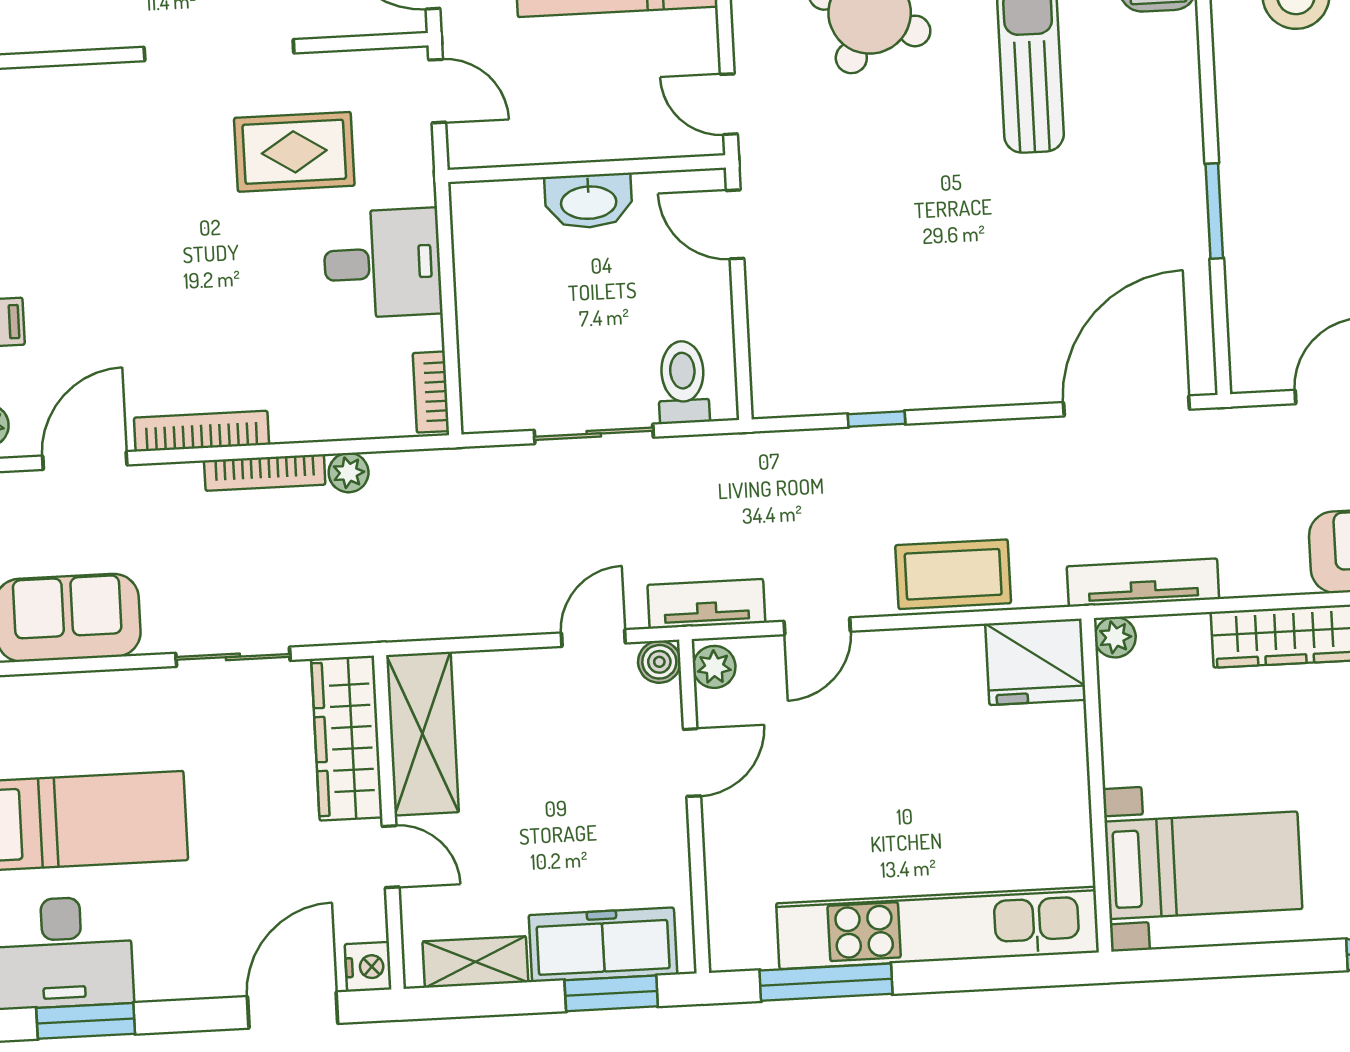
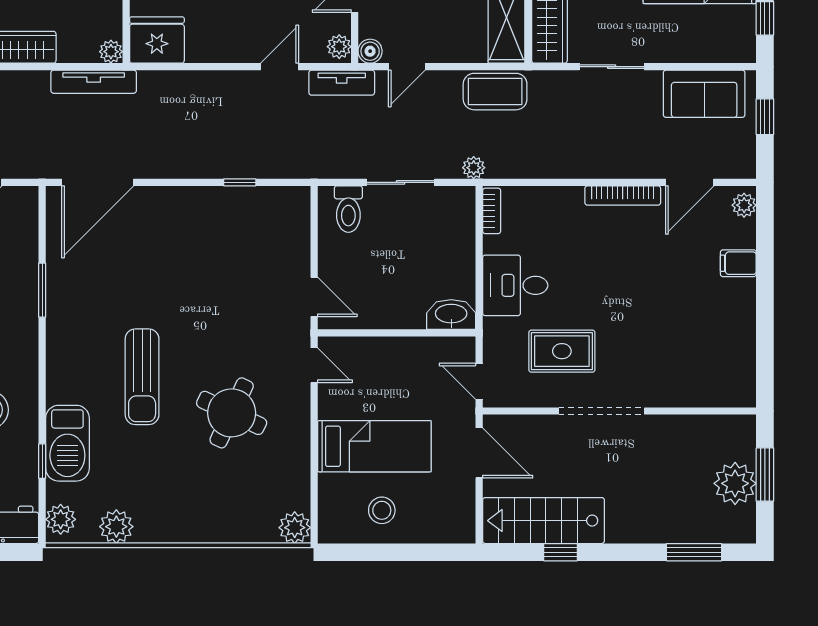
washbasin: (589, 201) -> (451, 314), moved
bookcase: (265, 473) -> (588, 170), removed
plant: (349, 473) -> (474, 168), moved
coffee table: (953, 574) -> (495, 92), moved

